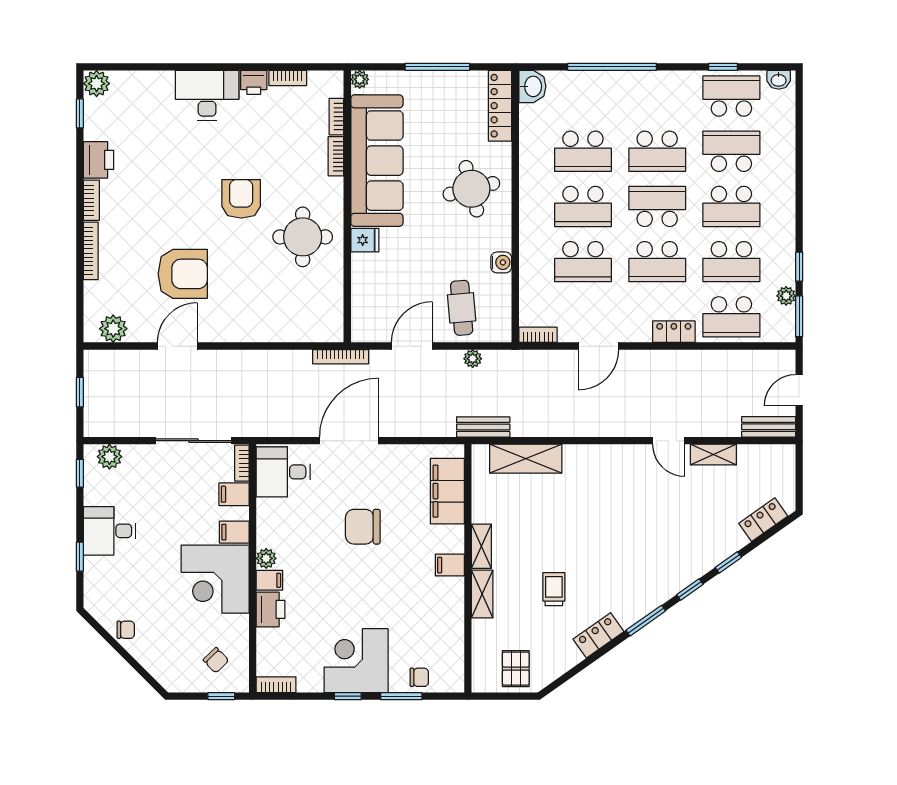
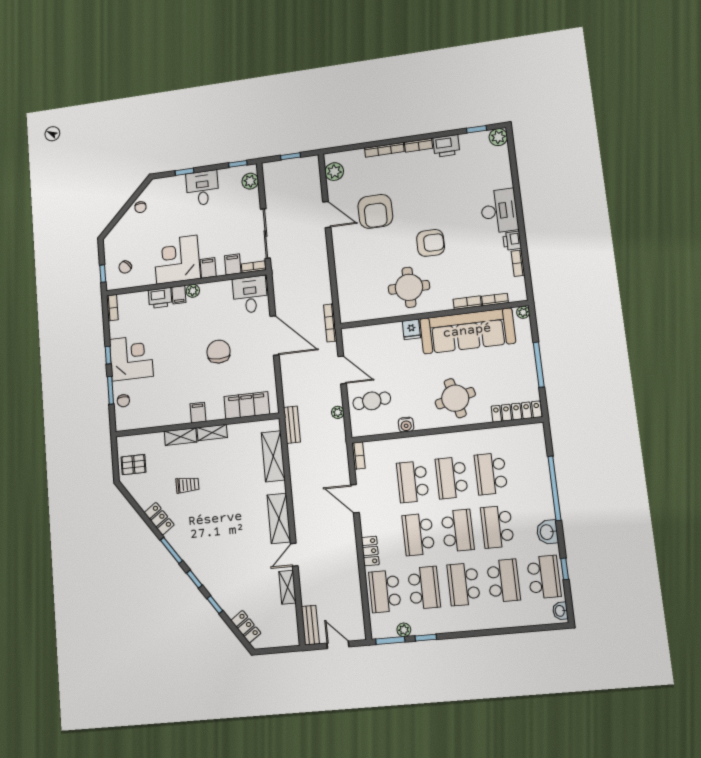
washbasin: (532, 86) -> (547, 532), moved, turned 90
school desk: (731, 262) -> (424, 588), turned 180
shelving: (616, 458) -> (279, 518), added

